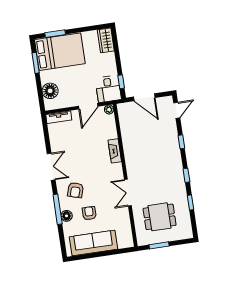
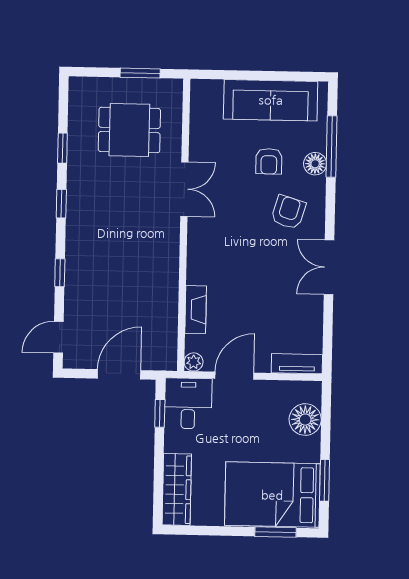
wardrobe: (106, 40) -> (177, 489), width x1.50
door: (144, 97) -> (119, 374), hinge flipped
fireplace: (115, 151) -> (196, 310), moved
window: (58, 209) -> (332, 146), moved

